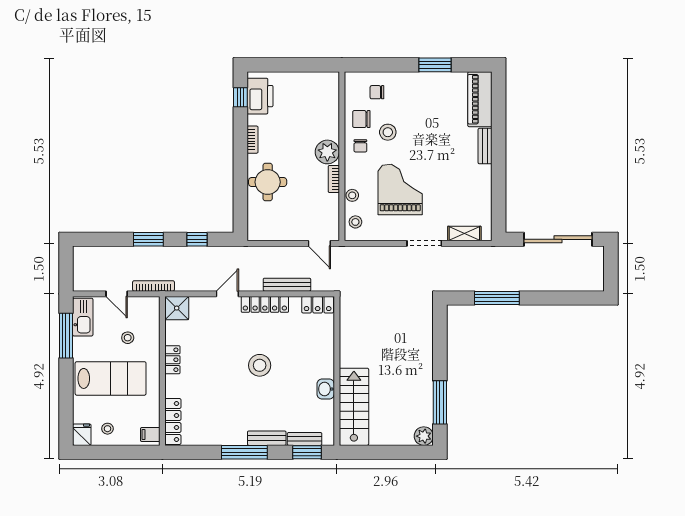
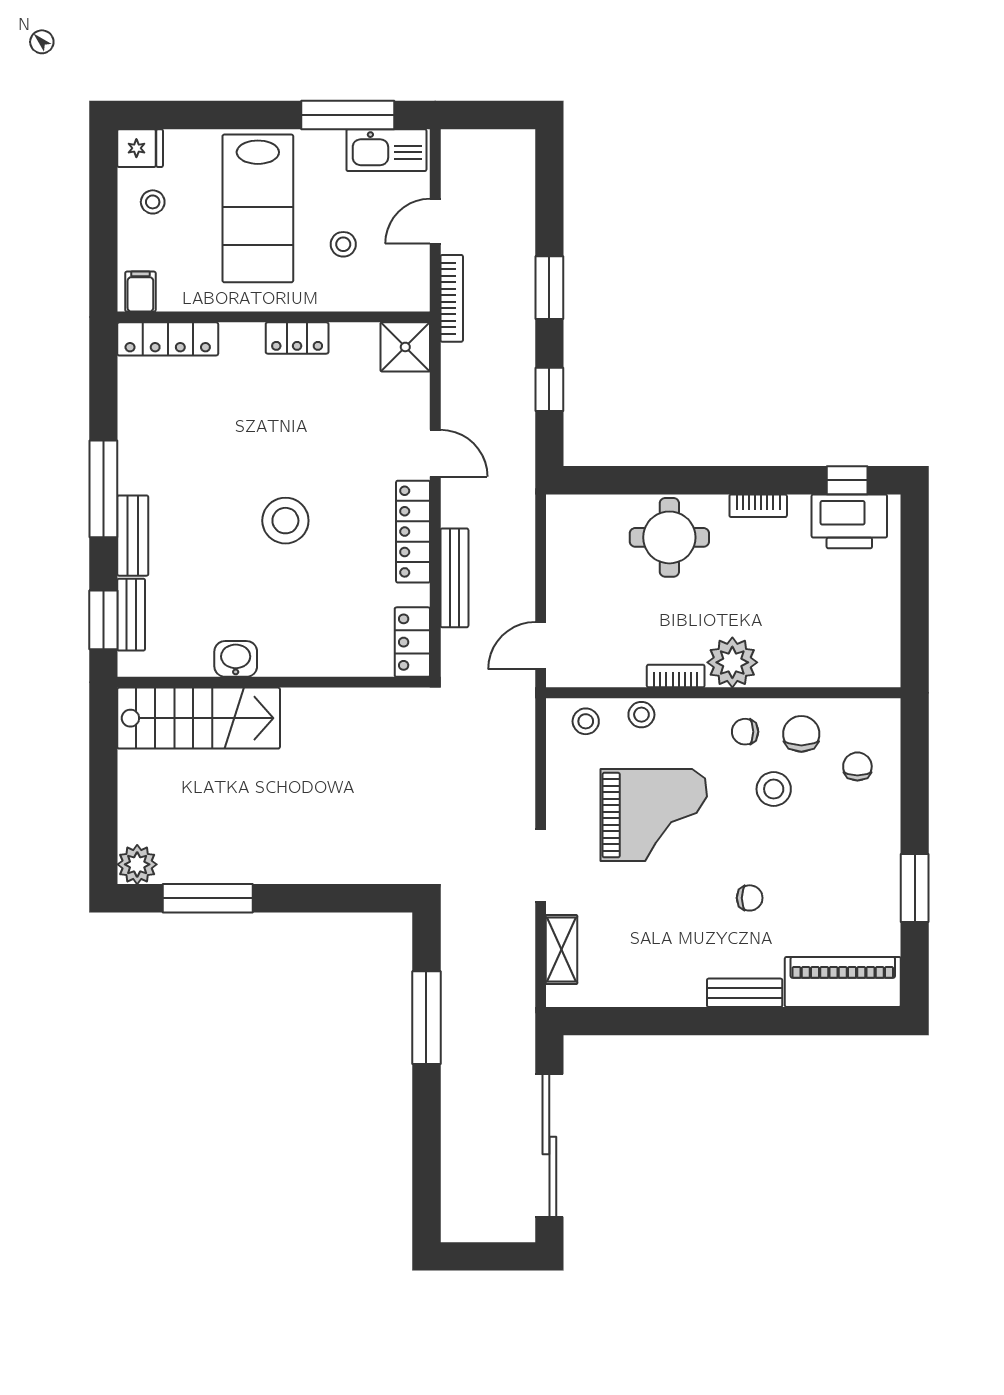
chair: (440, 144) -> (750, 898), added

